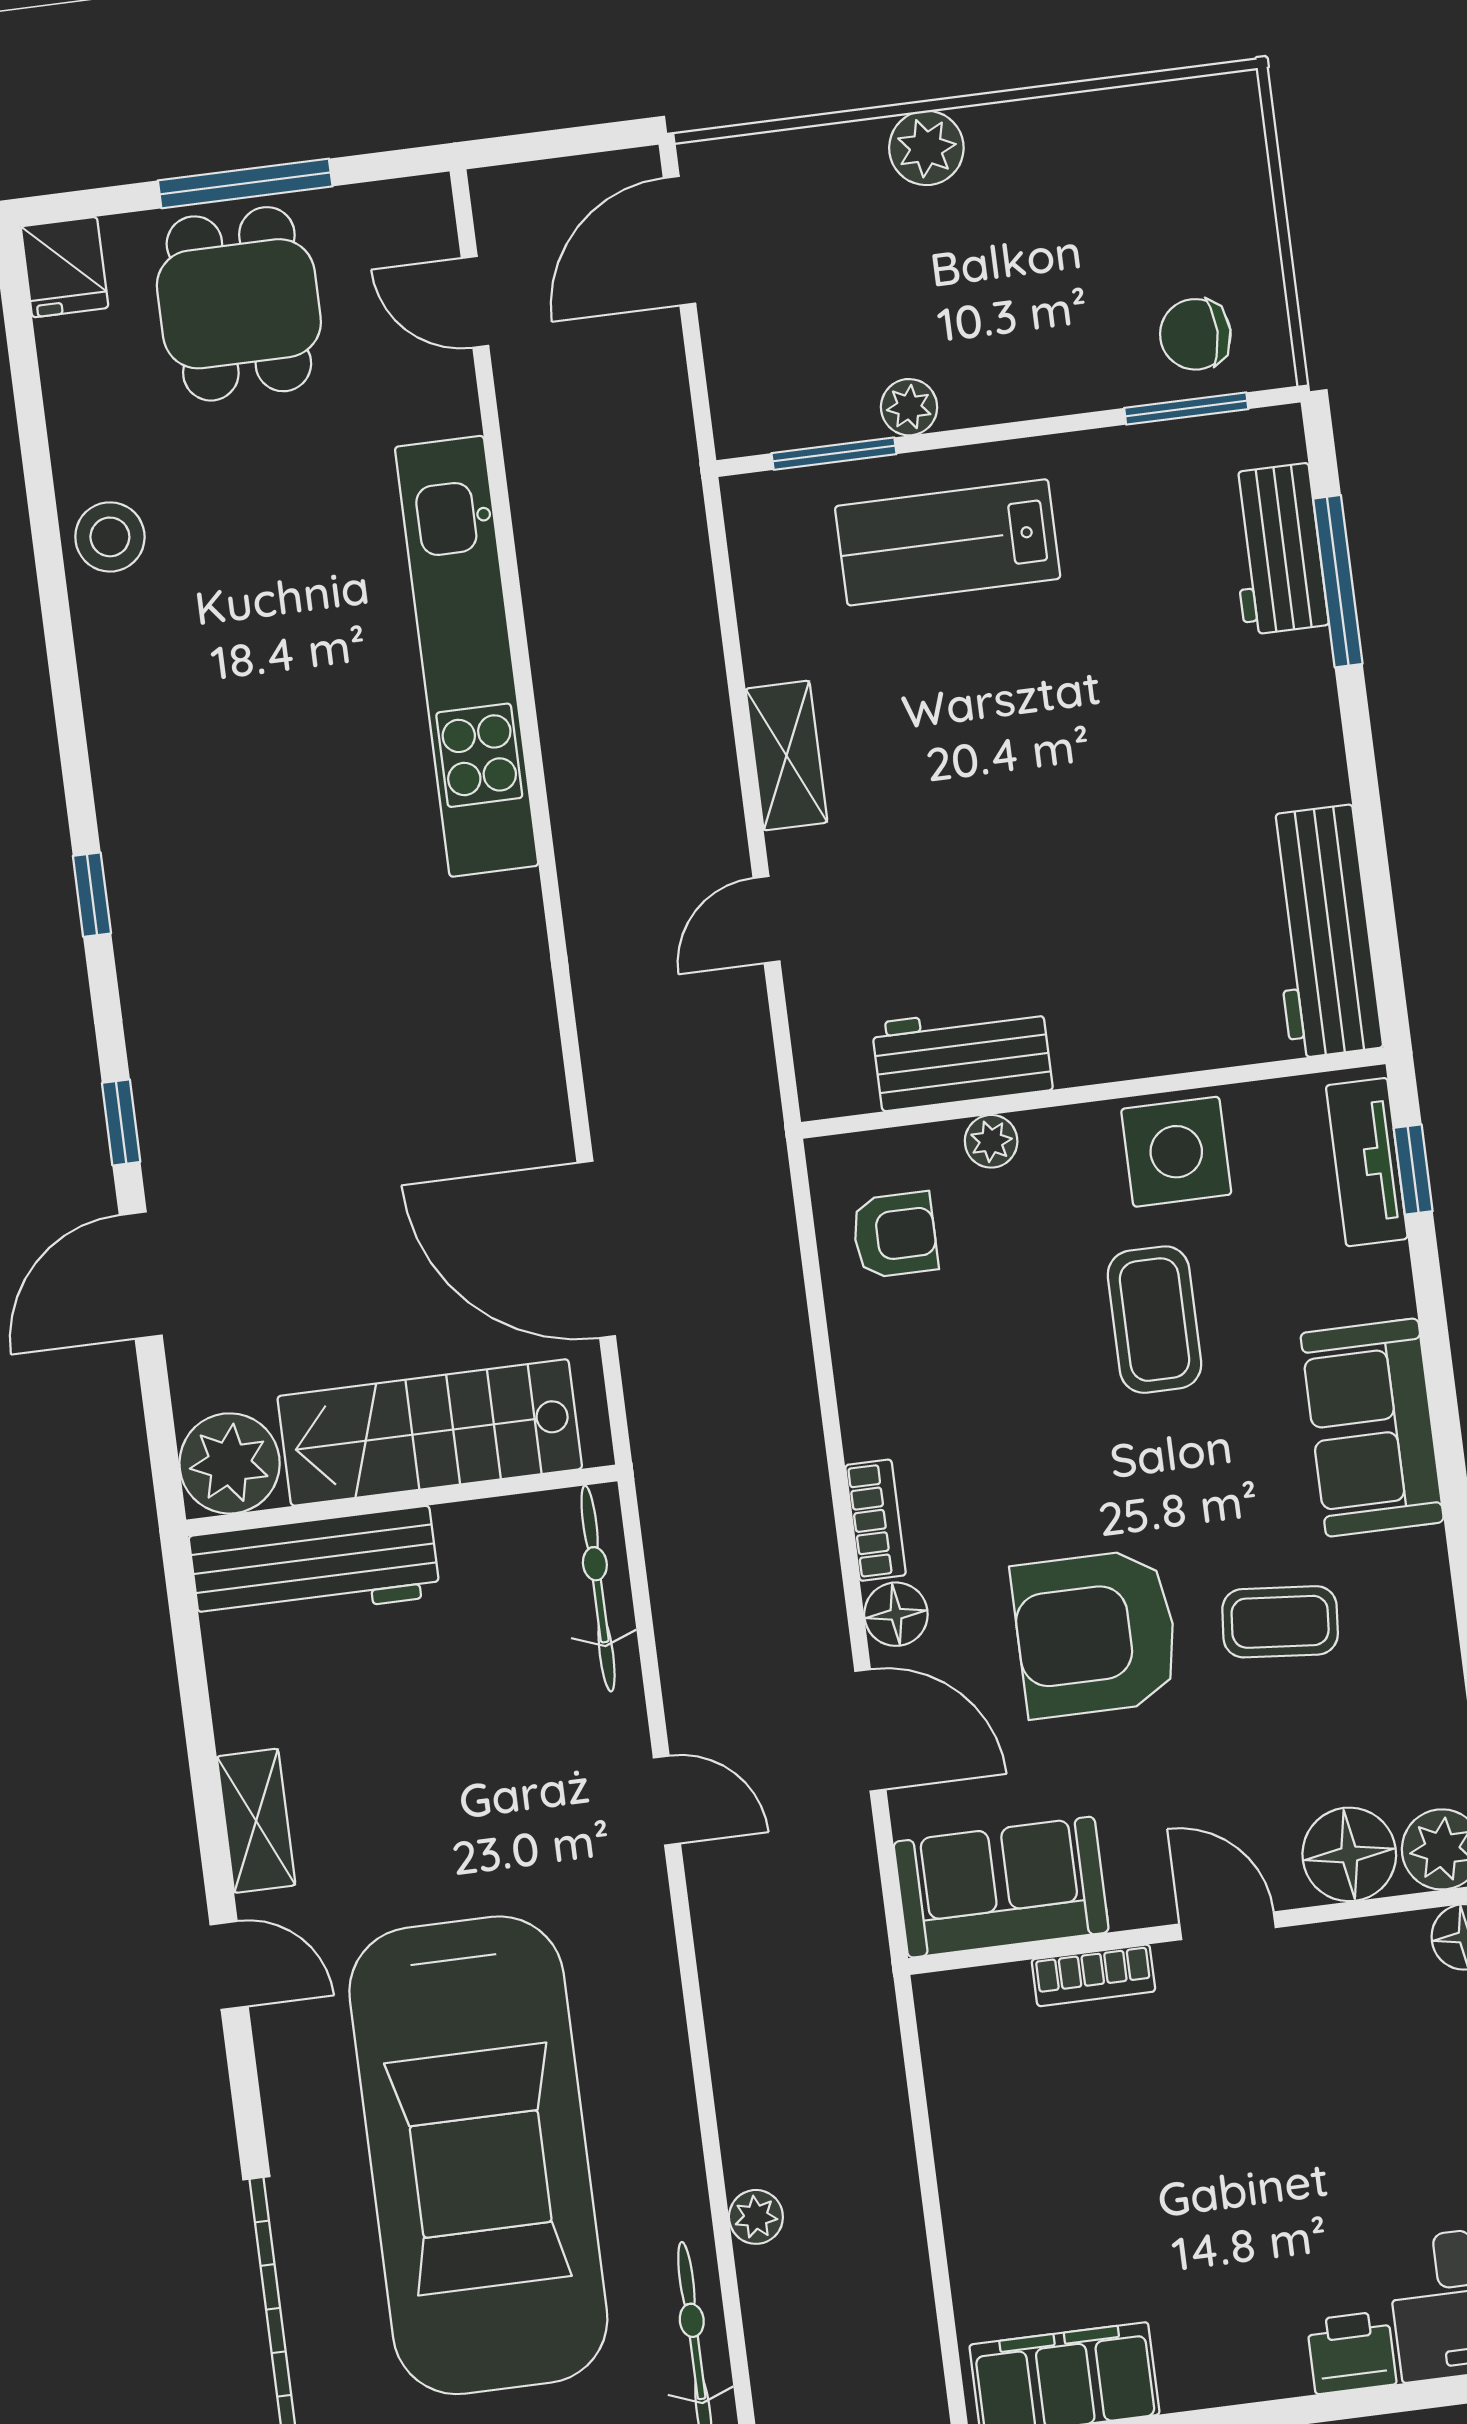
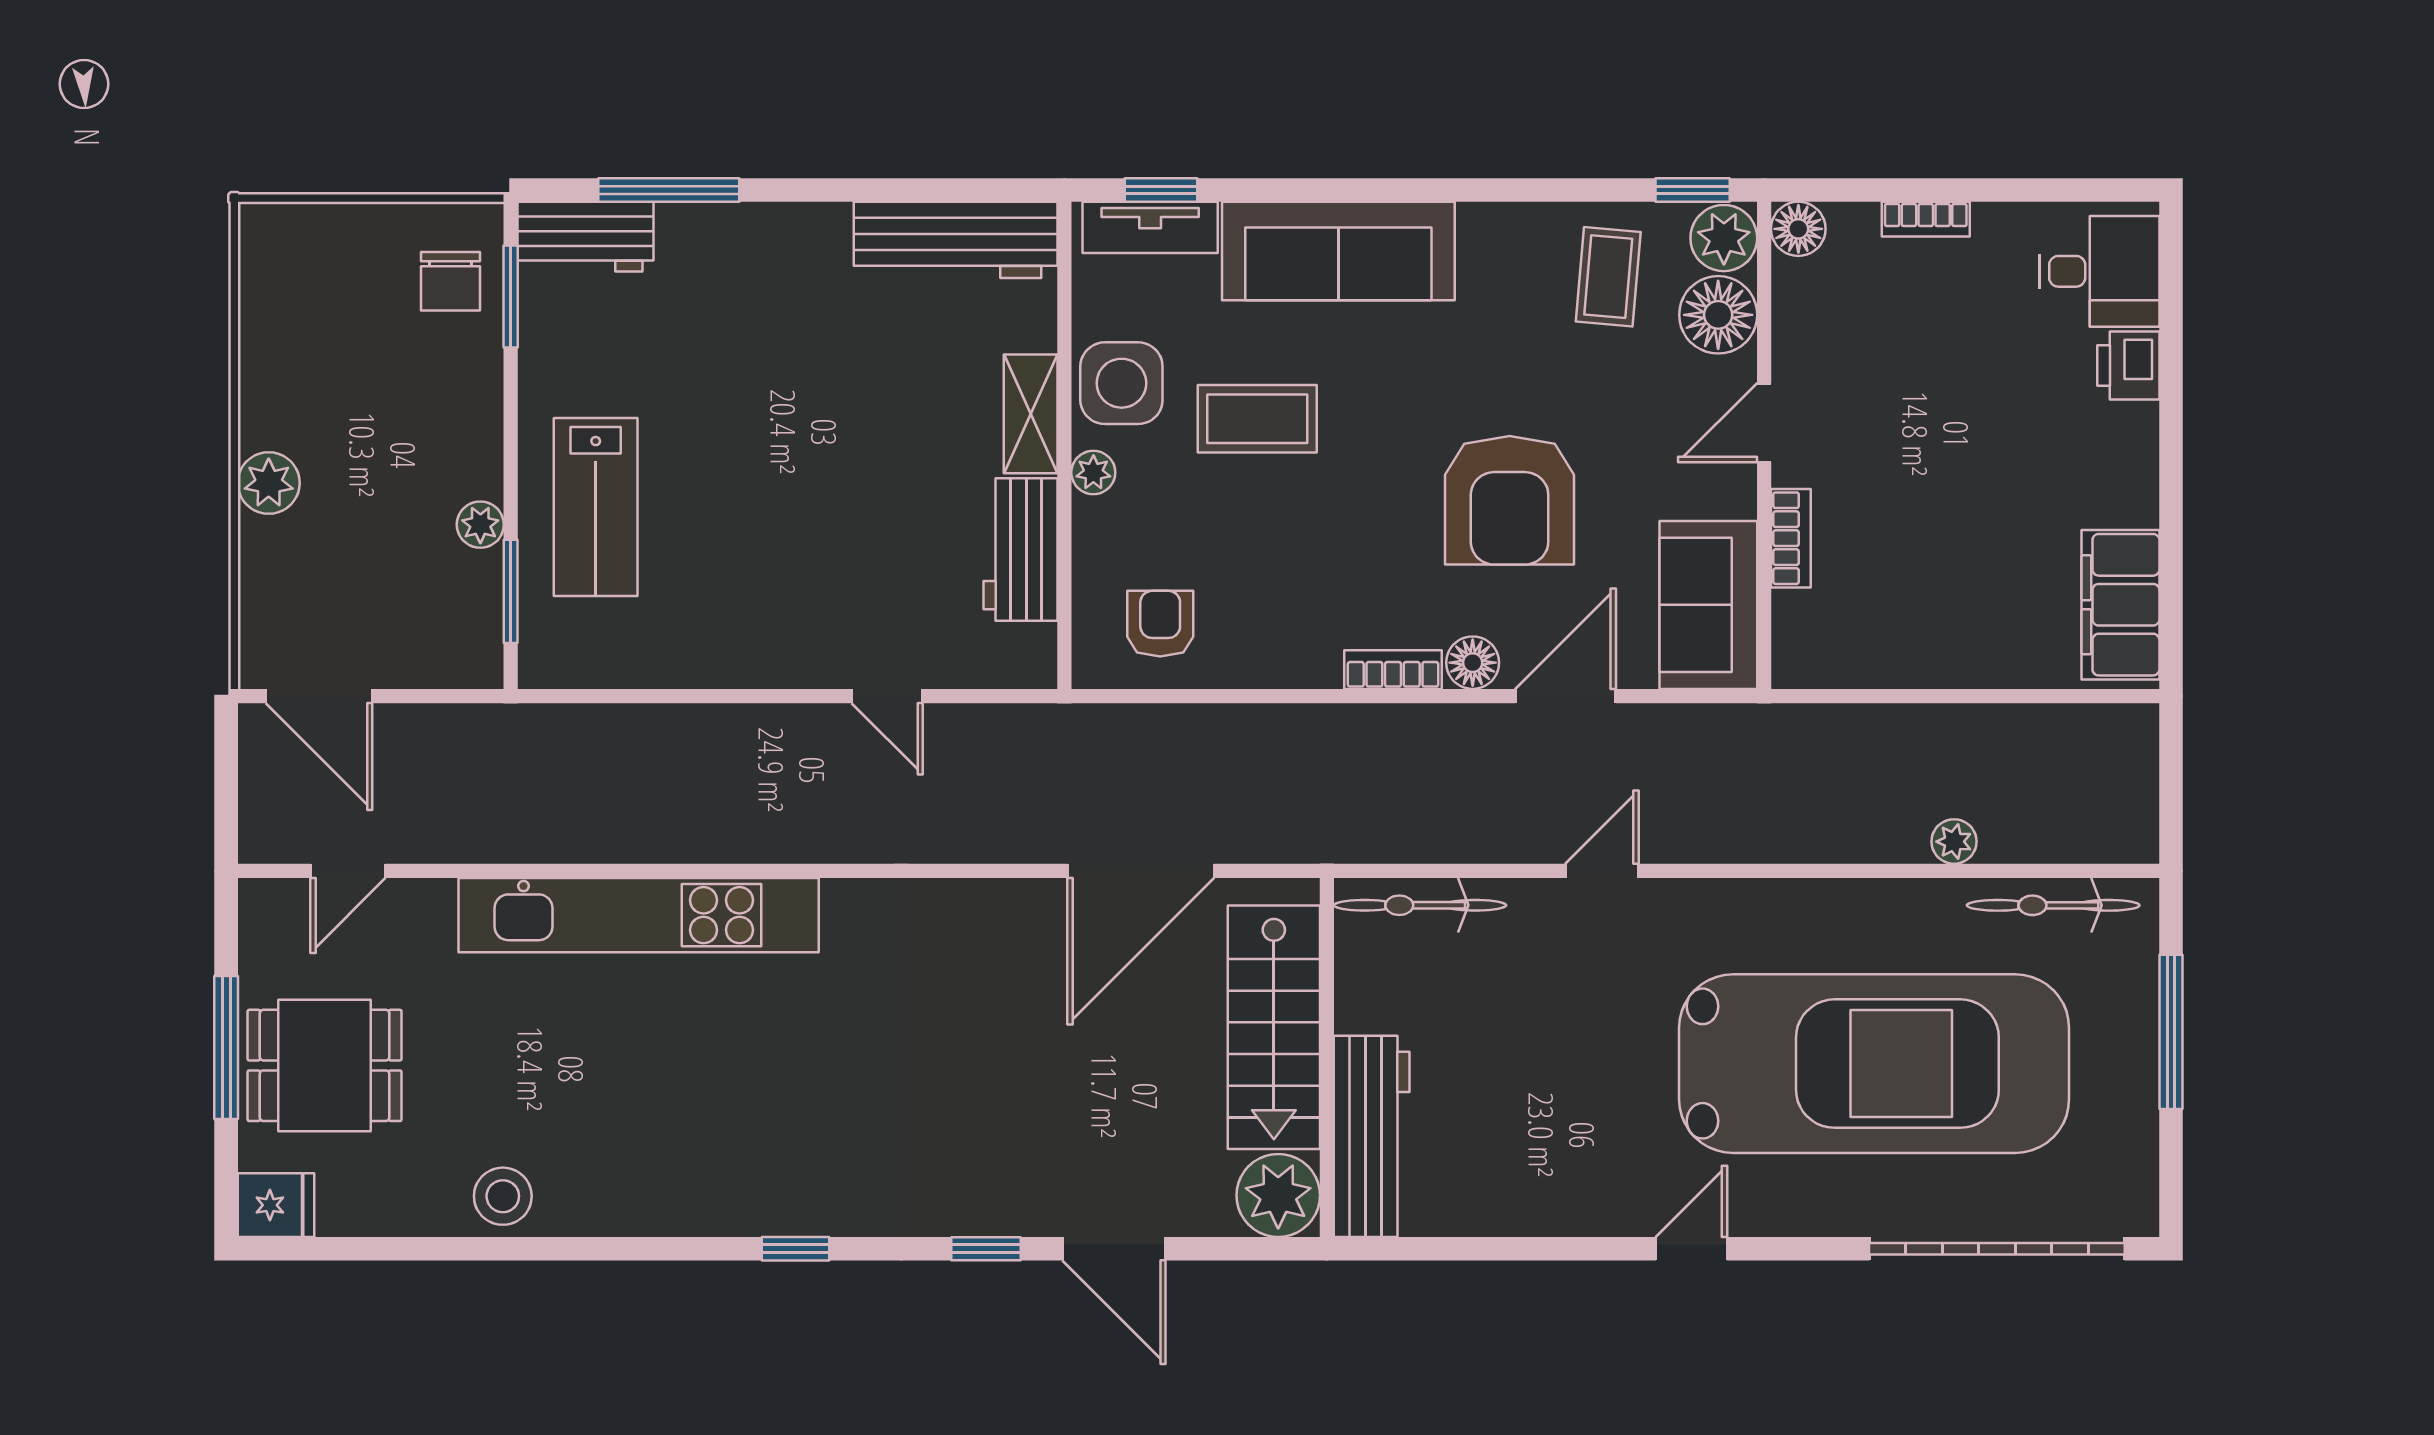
workbench: (1277, 549) -> (585, 237), moved
shelving: (786, 756) -> (1031, 414), moved, turned 90
plant: (991, 1141) -> (1093, 472), moved
sofa: (1372, 1428) -> (1338, 251), width x1.36
coffee table: (1280, 1622) -> (1608, 277), moved
shelving: (256, 1821) -> (1575, 1211), removed

